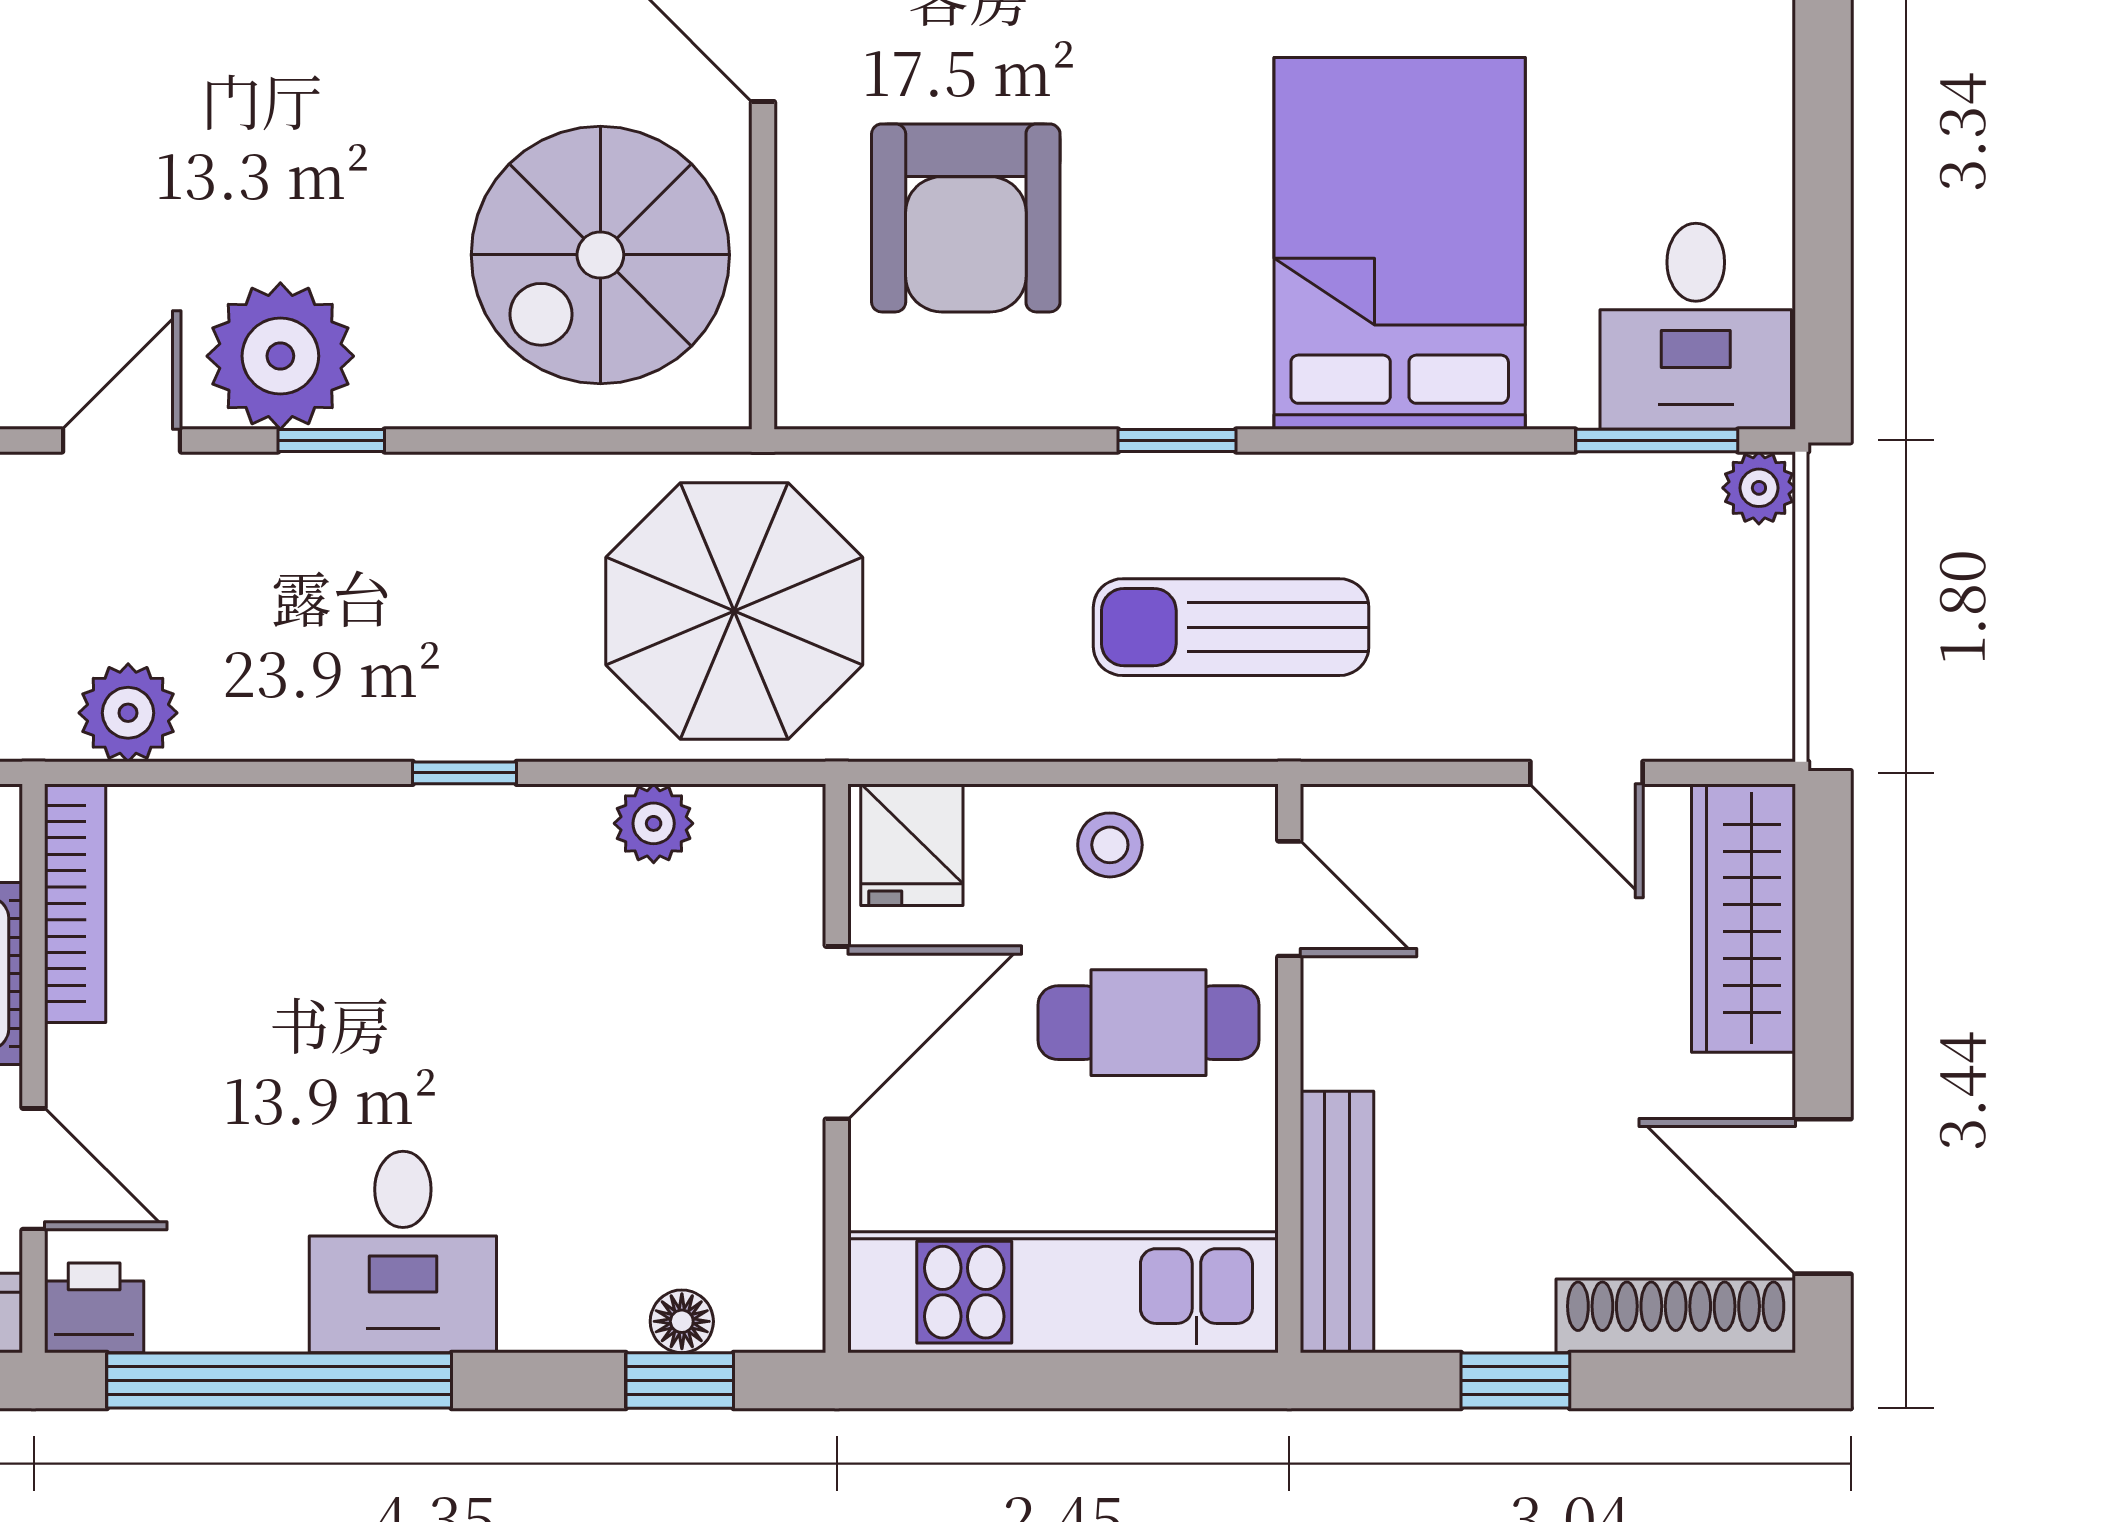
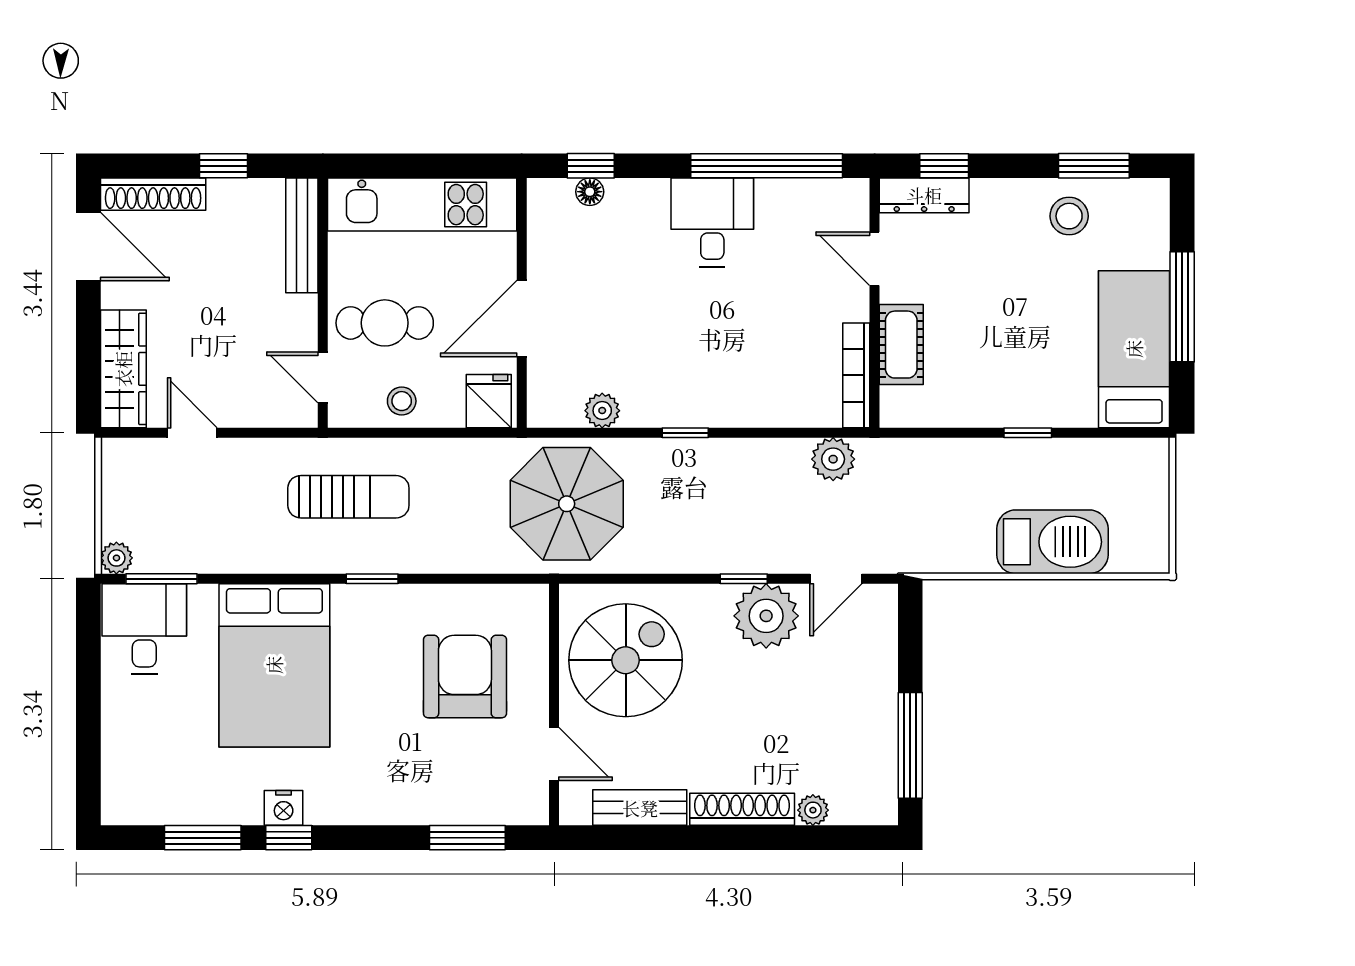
printer: (94, 1308) -> (848, 198), removed

